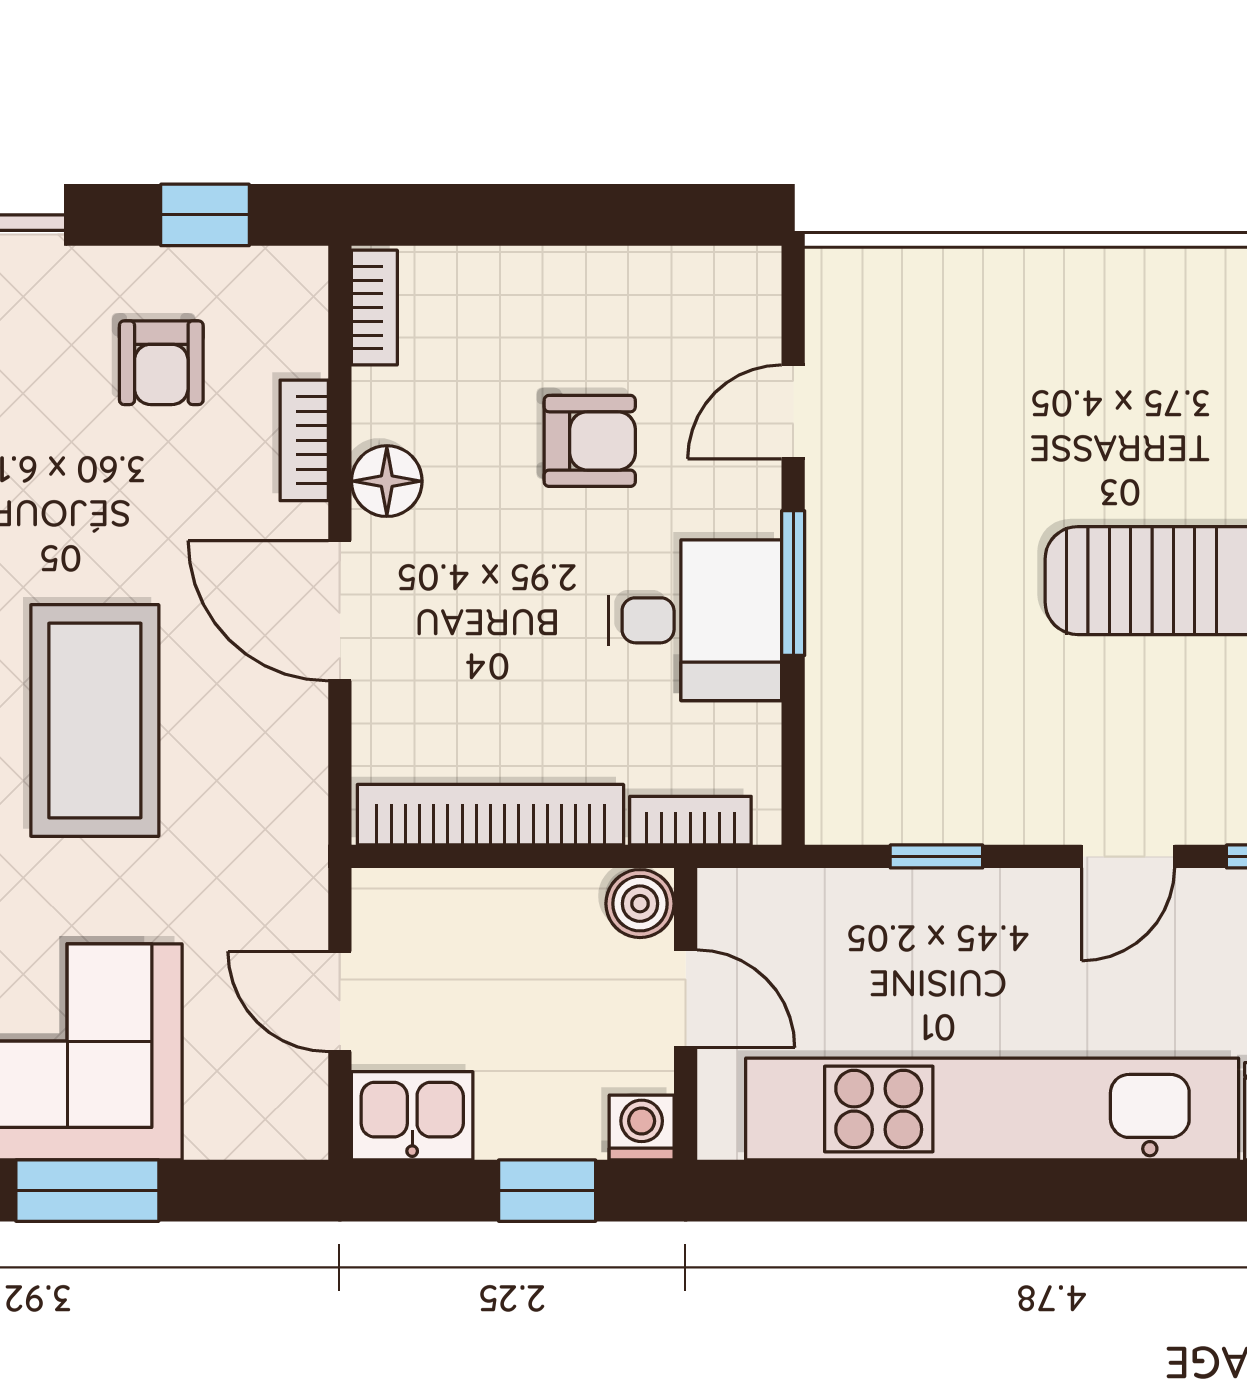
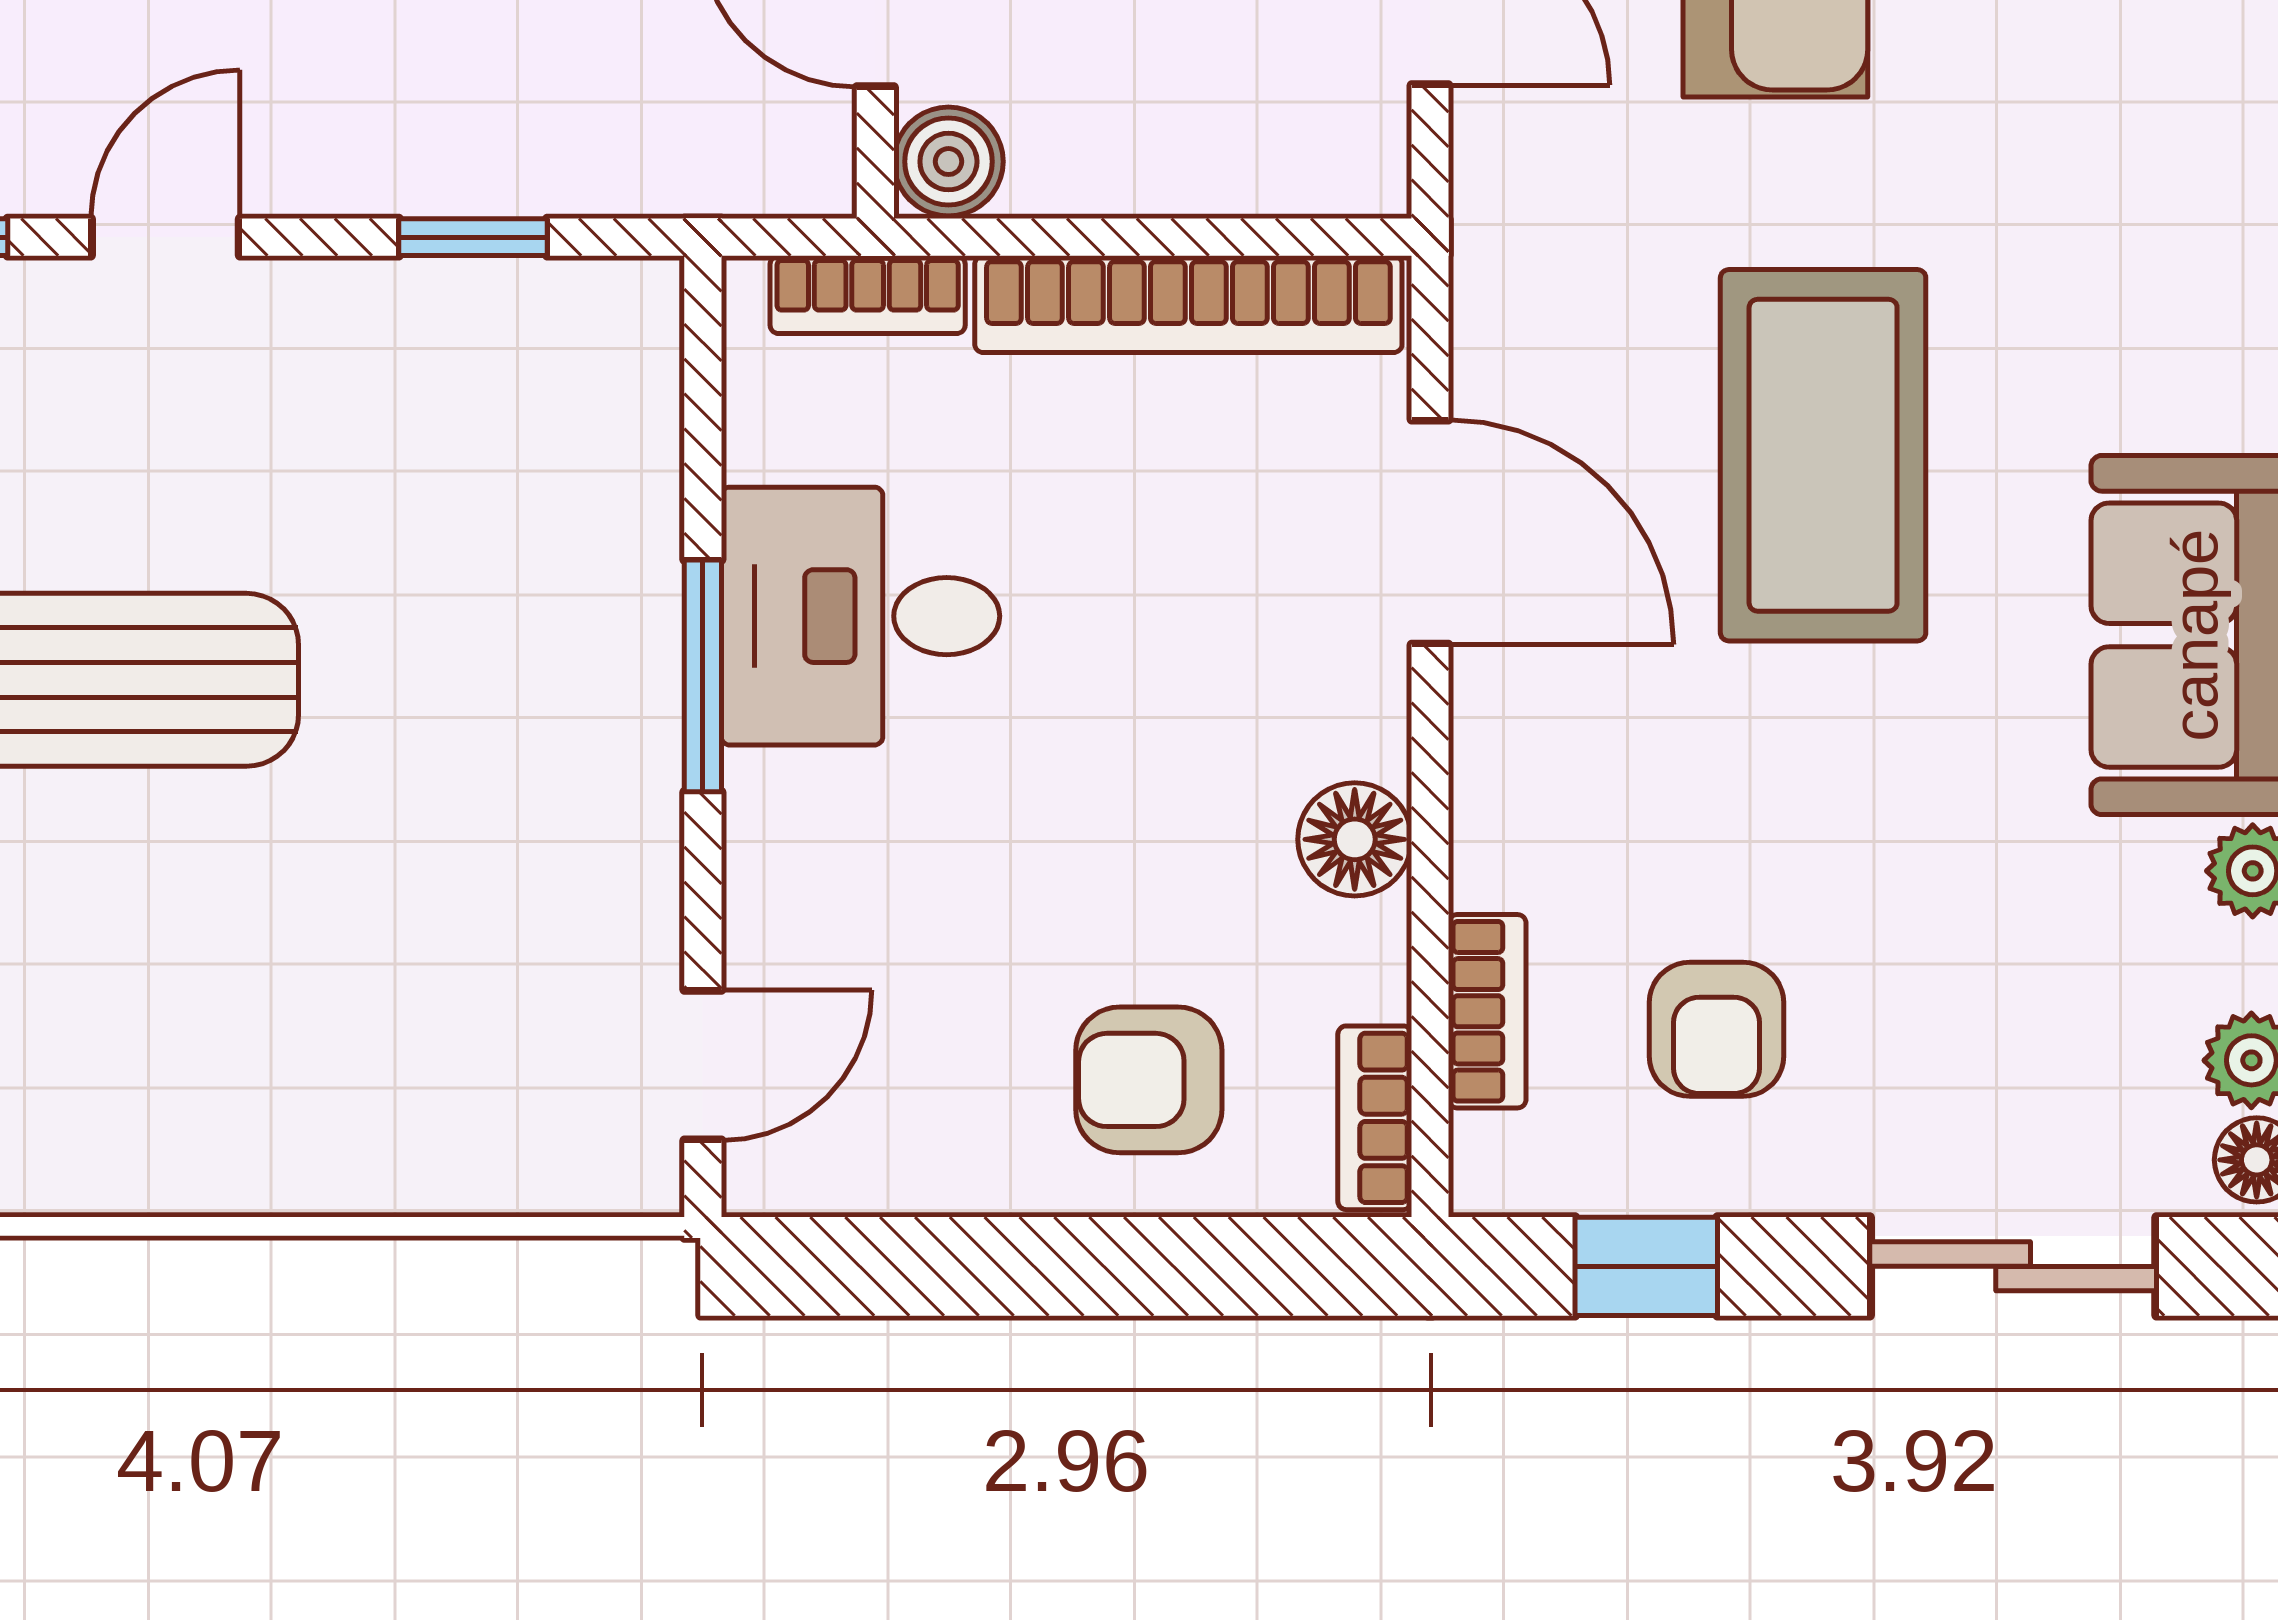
armchair: (161, 363) -> (1717, 1029), turned 180
door: (793, 412) -> (703, 1065), moved
bookcase: (304, 440) -> (1487, 1011), moved
armchair: (590, 441) -> (1149, 1080), moved
door: (340, 611) -> (1430, 532), moved

